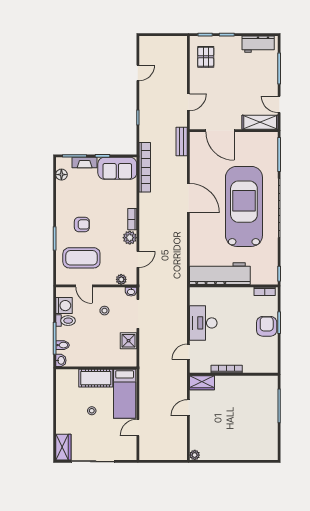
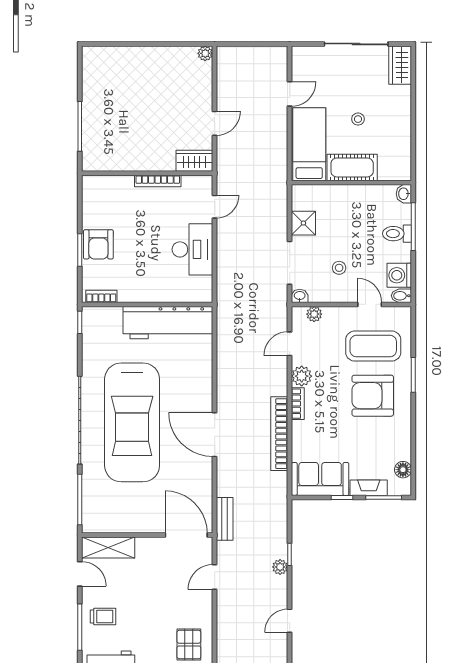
trolley: (264, 76) -> (103, 617), added
plant: (144, 109) -> (280, 567), added
door: (220, 131) -> (186, 535), moved
bookcase: (145, 167) -> (279, 434), moved
armchair: (82, 224) -> (373, 396), width x1.88, depth x1.88
toilet: (65, 321) -> (397, 234), moved
bidet: (63, 345) -> (401, 296), moved

